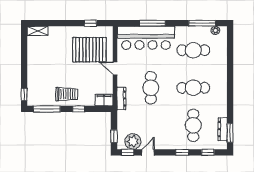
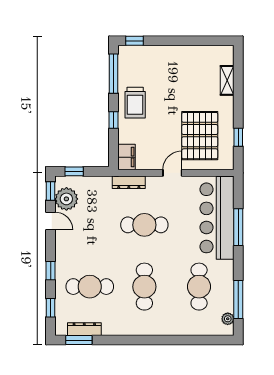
shelving: (37, 31) -> (227, 80), moved

